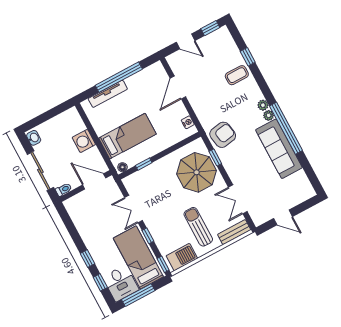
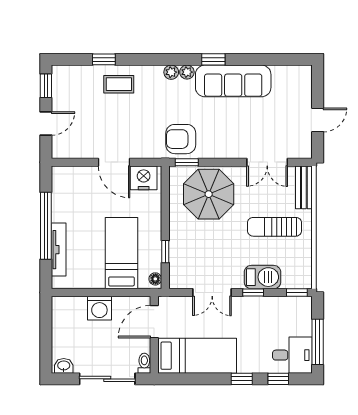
coffee table: (237, 75) -> (119, 84), turned 90
door: (178, 88) -> (114, 162), moved
nightstand: (188, 122) -> (144, 178), width x1.89, depth x1.79
window: (286, 128) -> (213, 59), width x0.32
armchair: (223, 135) -> (181, 139), turned -80
window: (215, 158) -> (187, 162), moved
bed: (138, 257) -> (197, 356), moved, turned 180
barbecue: (182, 257) -> (262, 277), moved, turned 90

